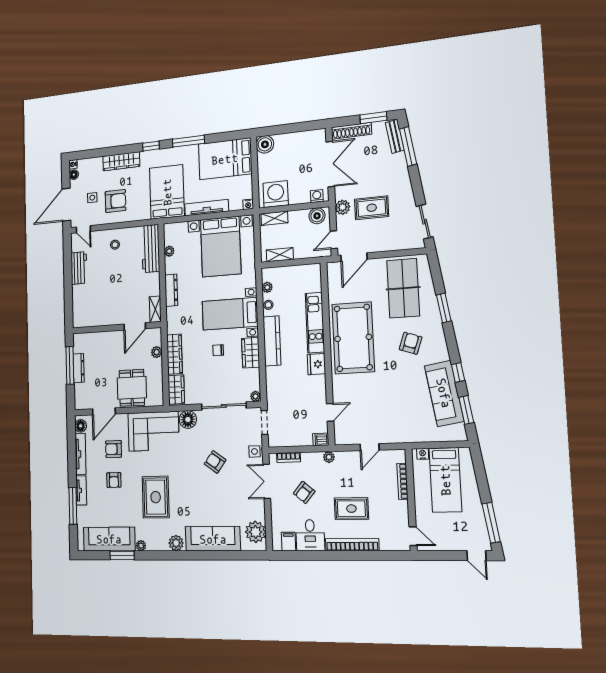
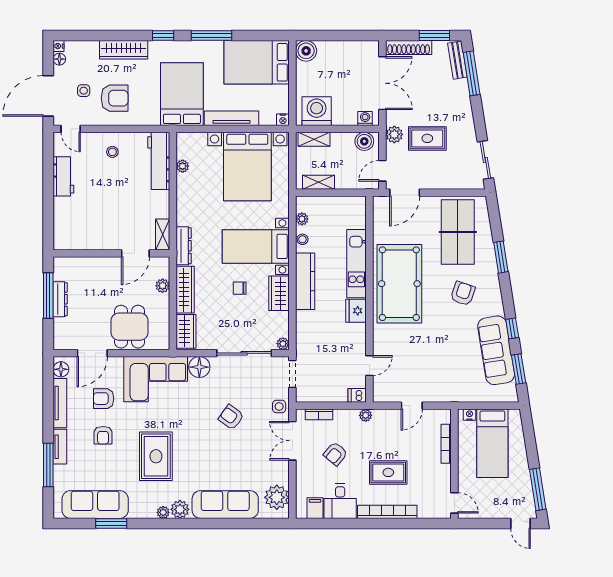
dresser: (171, 290) -> (184, 246), moved
plant: (141, 546) -> (163, 512), moved

